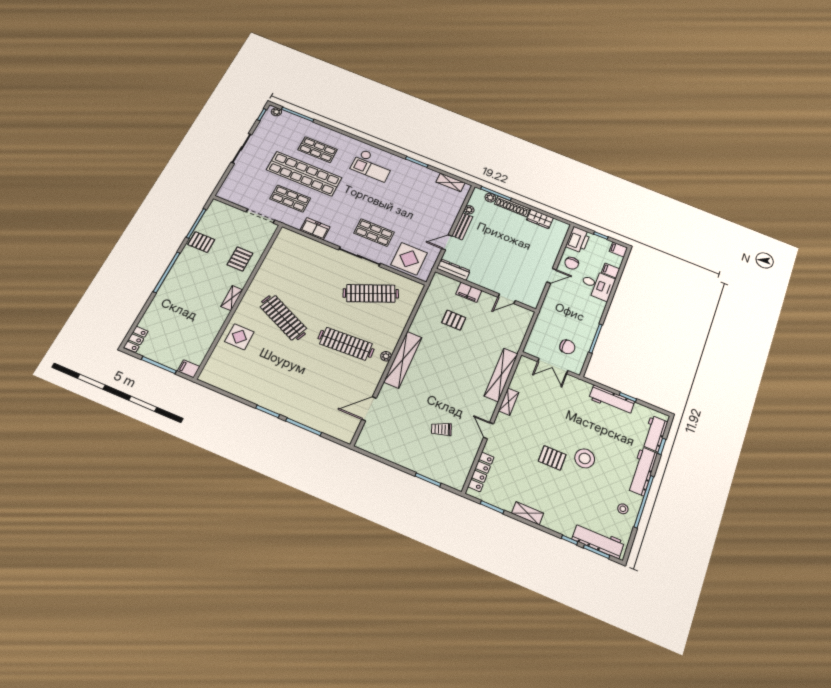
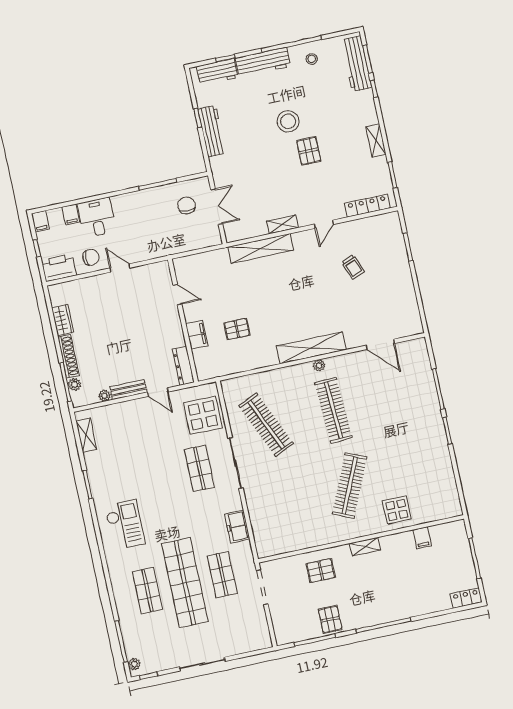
pallet: (454, 320) -> (237, 329), turned 90
filing cabinet: (189, 369) -> (422, 538), moved

